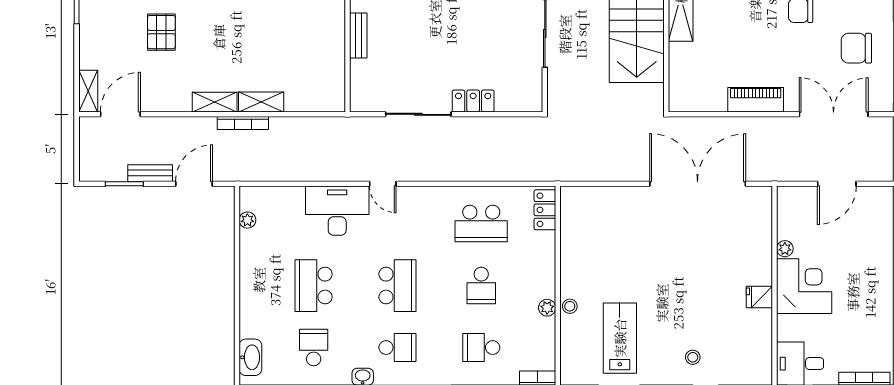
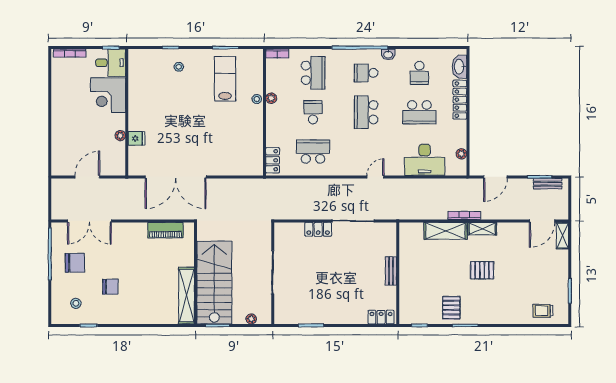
pallet: (161, 32) -> (482, 270), moved, turned 90
piano: (756, 100) -> (166, 230), moved
shelving: (261, 102) -> (446, 231), width x1.50, depth x1.33
bench: (150, 173) -> (548, 184), moved
door: (383, 184) -> (375, 177), hinge flipped
desk: (337, 211) -> (425, 160), moved
school desk: (314, 286) -> (419, 112), turned 90
corner desk: (804, 286) -> (108, 95), moved
fridge: (759, 297) -> (136, 138), moved
locker: (250, 305) -> (460, 100), added
lab bench: (620, 338) -> (225, 79), turned 180
school desk: (481, 348) -> (313, 73), width x1.85

